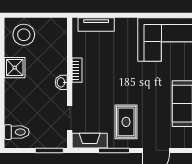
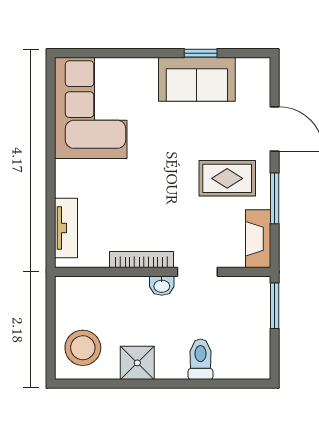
bookcase: (77, 70) -> (142, 260), width x1.56
doorway: (70, 118) -> (197, 272), moved
toilet: (17, 132) -> (200, 359), moved

